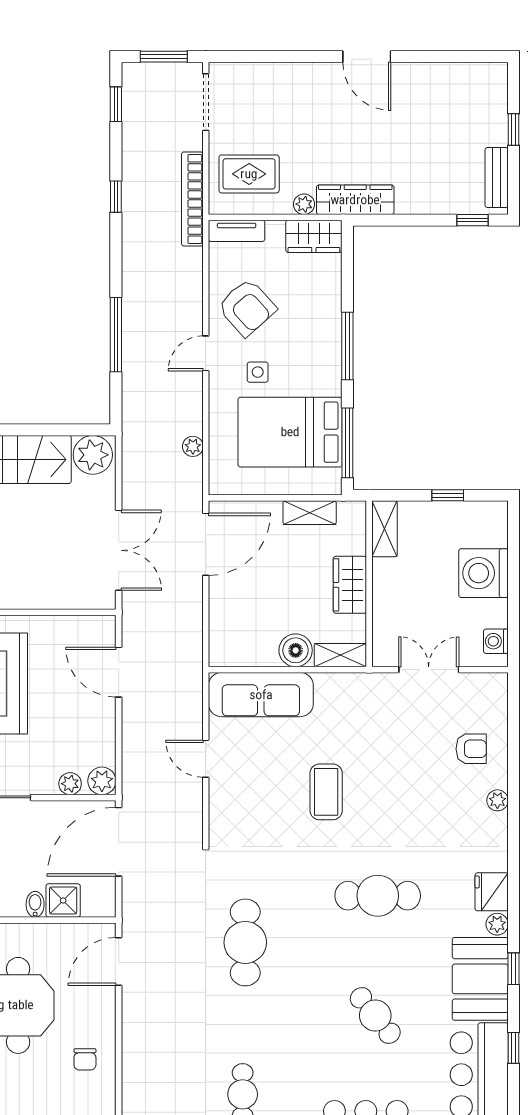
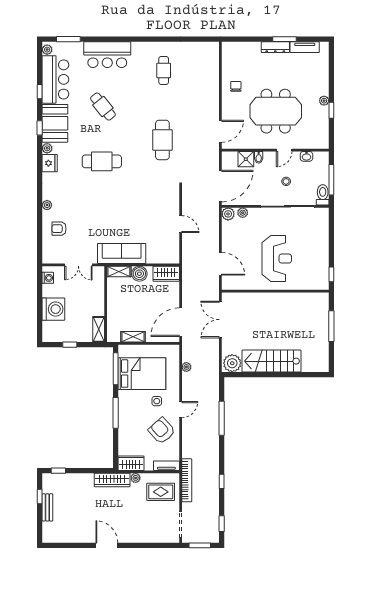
window: (514, 130) -> (40, 497), moved
bench: (497, 178) -> (47, 507), moved
wardrobe: (350, 585) -> (166, 274), moved, turned 90
sofa: (261, 695) -> (122, 253), moved
coffee table: (326, 792) -> (125, 209), removed

